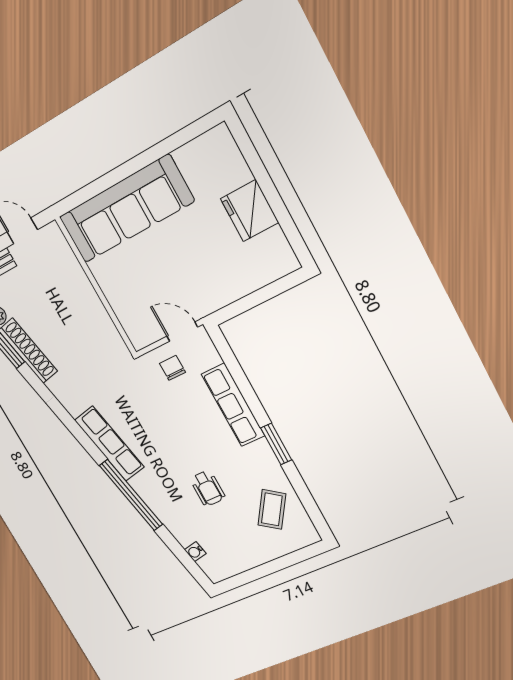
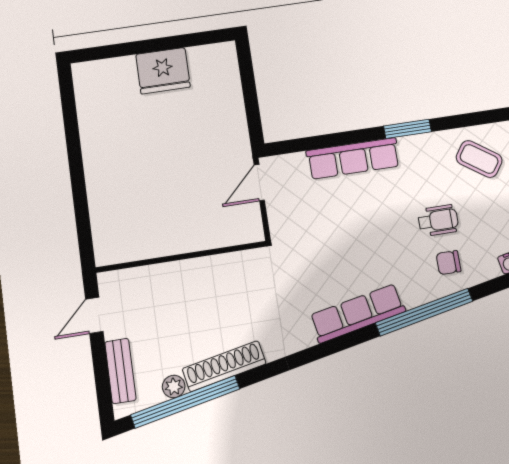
sofa: (126, 209) -> (115, 192), removed
chair: (173, 368) -> (448, 263), moved

